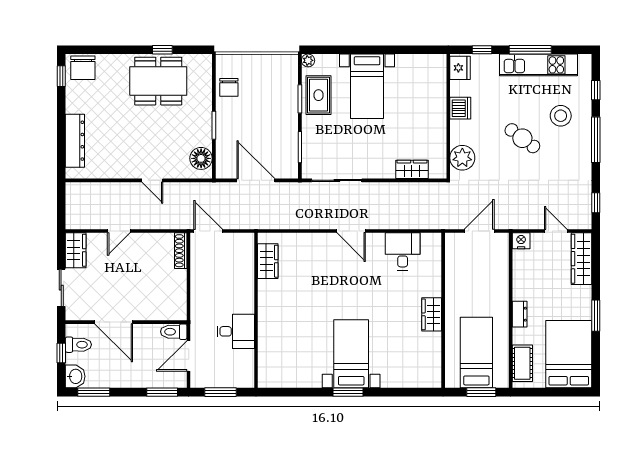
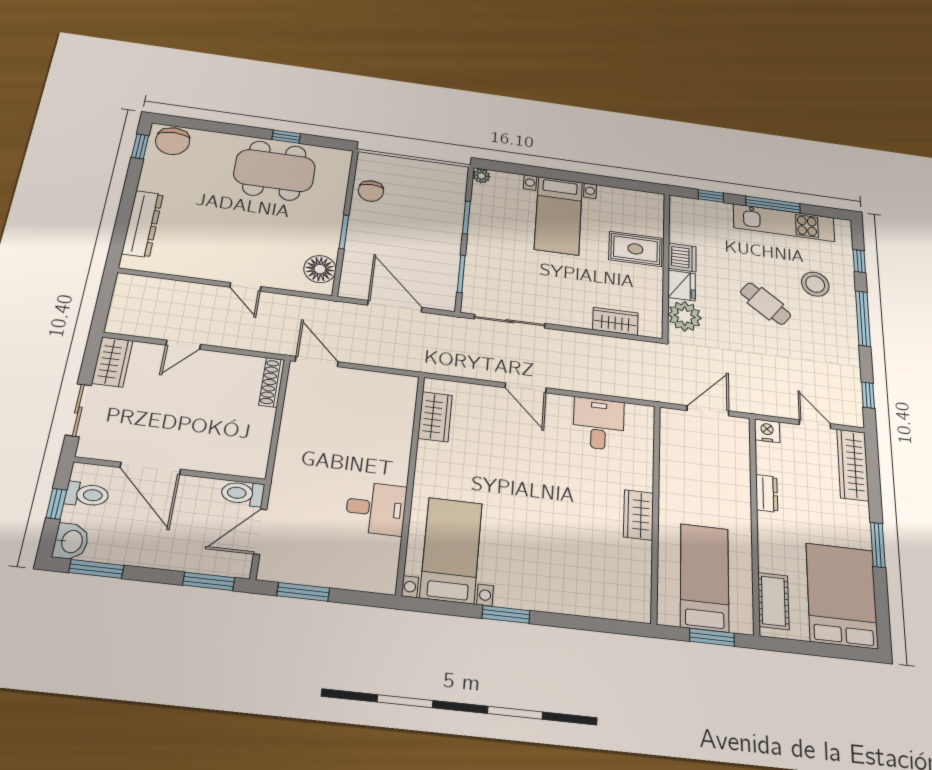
fridge: (460, 68) -> (682, 285), moved
rug: (319, 95) -> (635, 249), moved, turned 90
wardrobe: (268, 261) -> (435, 417), moved
wall: (256, 310) -> (410, 482), moved
dresser: (520, 314) -> (767, 493), moved
desk: (236, 331) -> (376, 508), moved
bed with nightstands: (351, 354) -> (451, 550), moved

